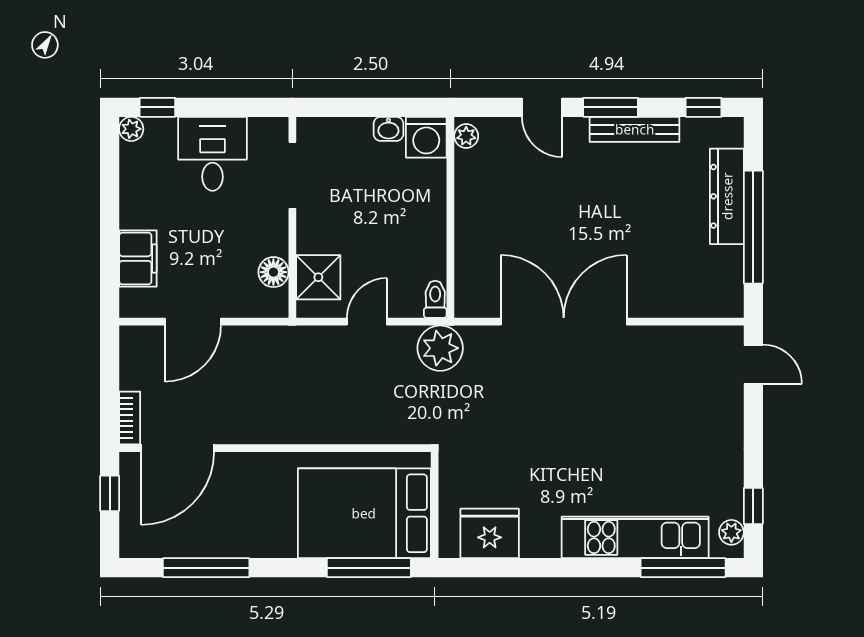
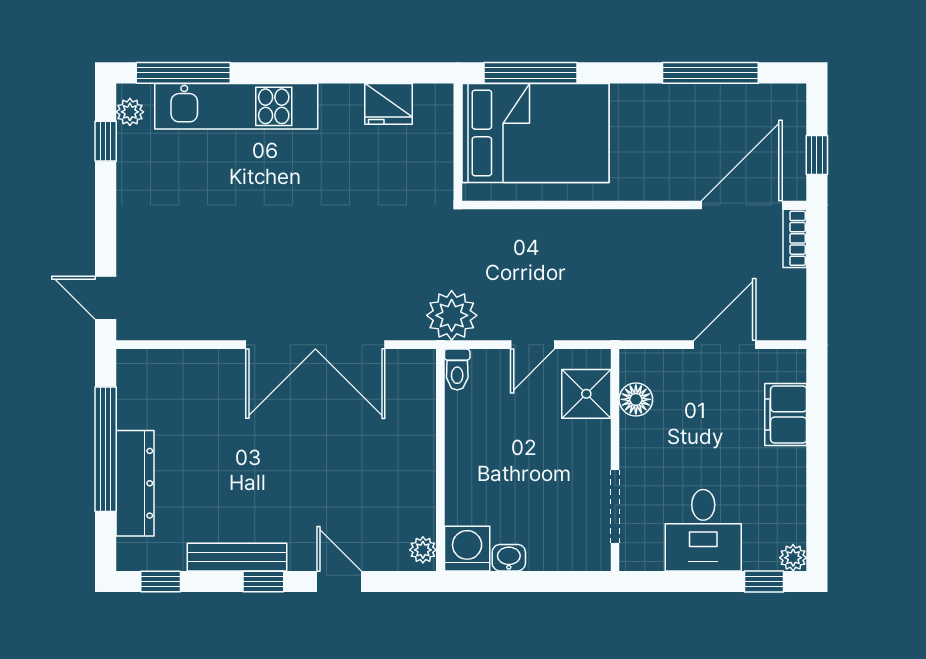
window: (611, 107) -> (263, 582), width x0.67
fridge: (490, 533) -> (388, 104), width x0.73, depth x0.75

